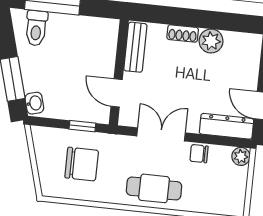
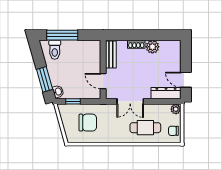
window: (82, 126) -> (73, 101), moved
double door: (161, 134) -> (130, 101), swing flipped
chair: (199, 154) -> (173, 131), moved
cafe table: (154, 188) -> (145, 128), moved

